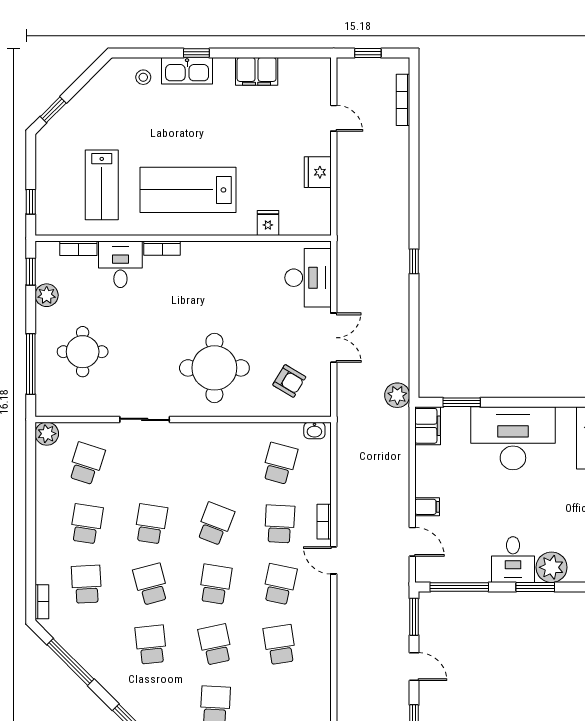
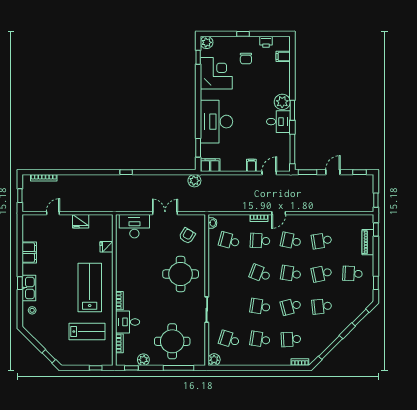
lab bench: (188, 190) -> (90, 287), turned 180
round table: (83, 352) -> (172, 341), width x1.36, depth x1.36

